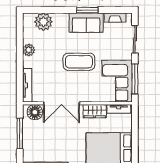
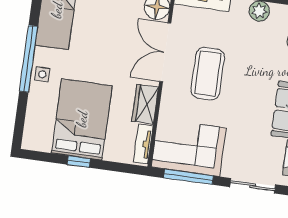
coffee table: (79, 62) -> (208, 74), moved
window: (135, 146) -> (79, 162), added

